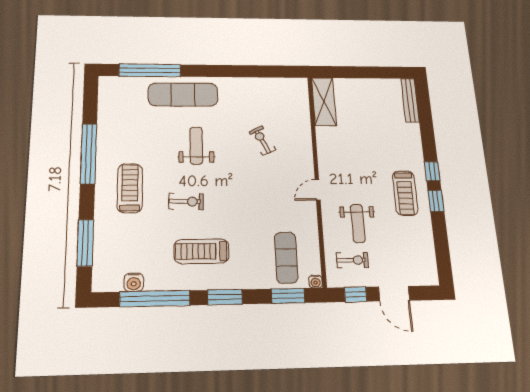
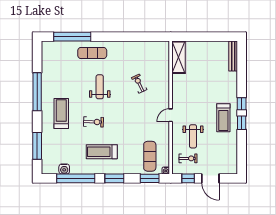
exercise mat: (183, 95) -> (92, 53), width x0.73, depth x0.69

